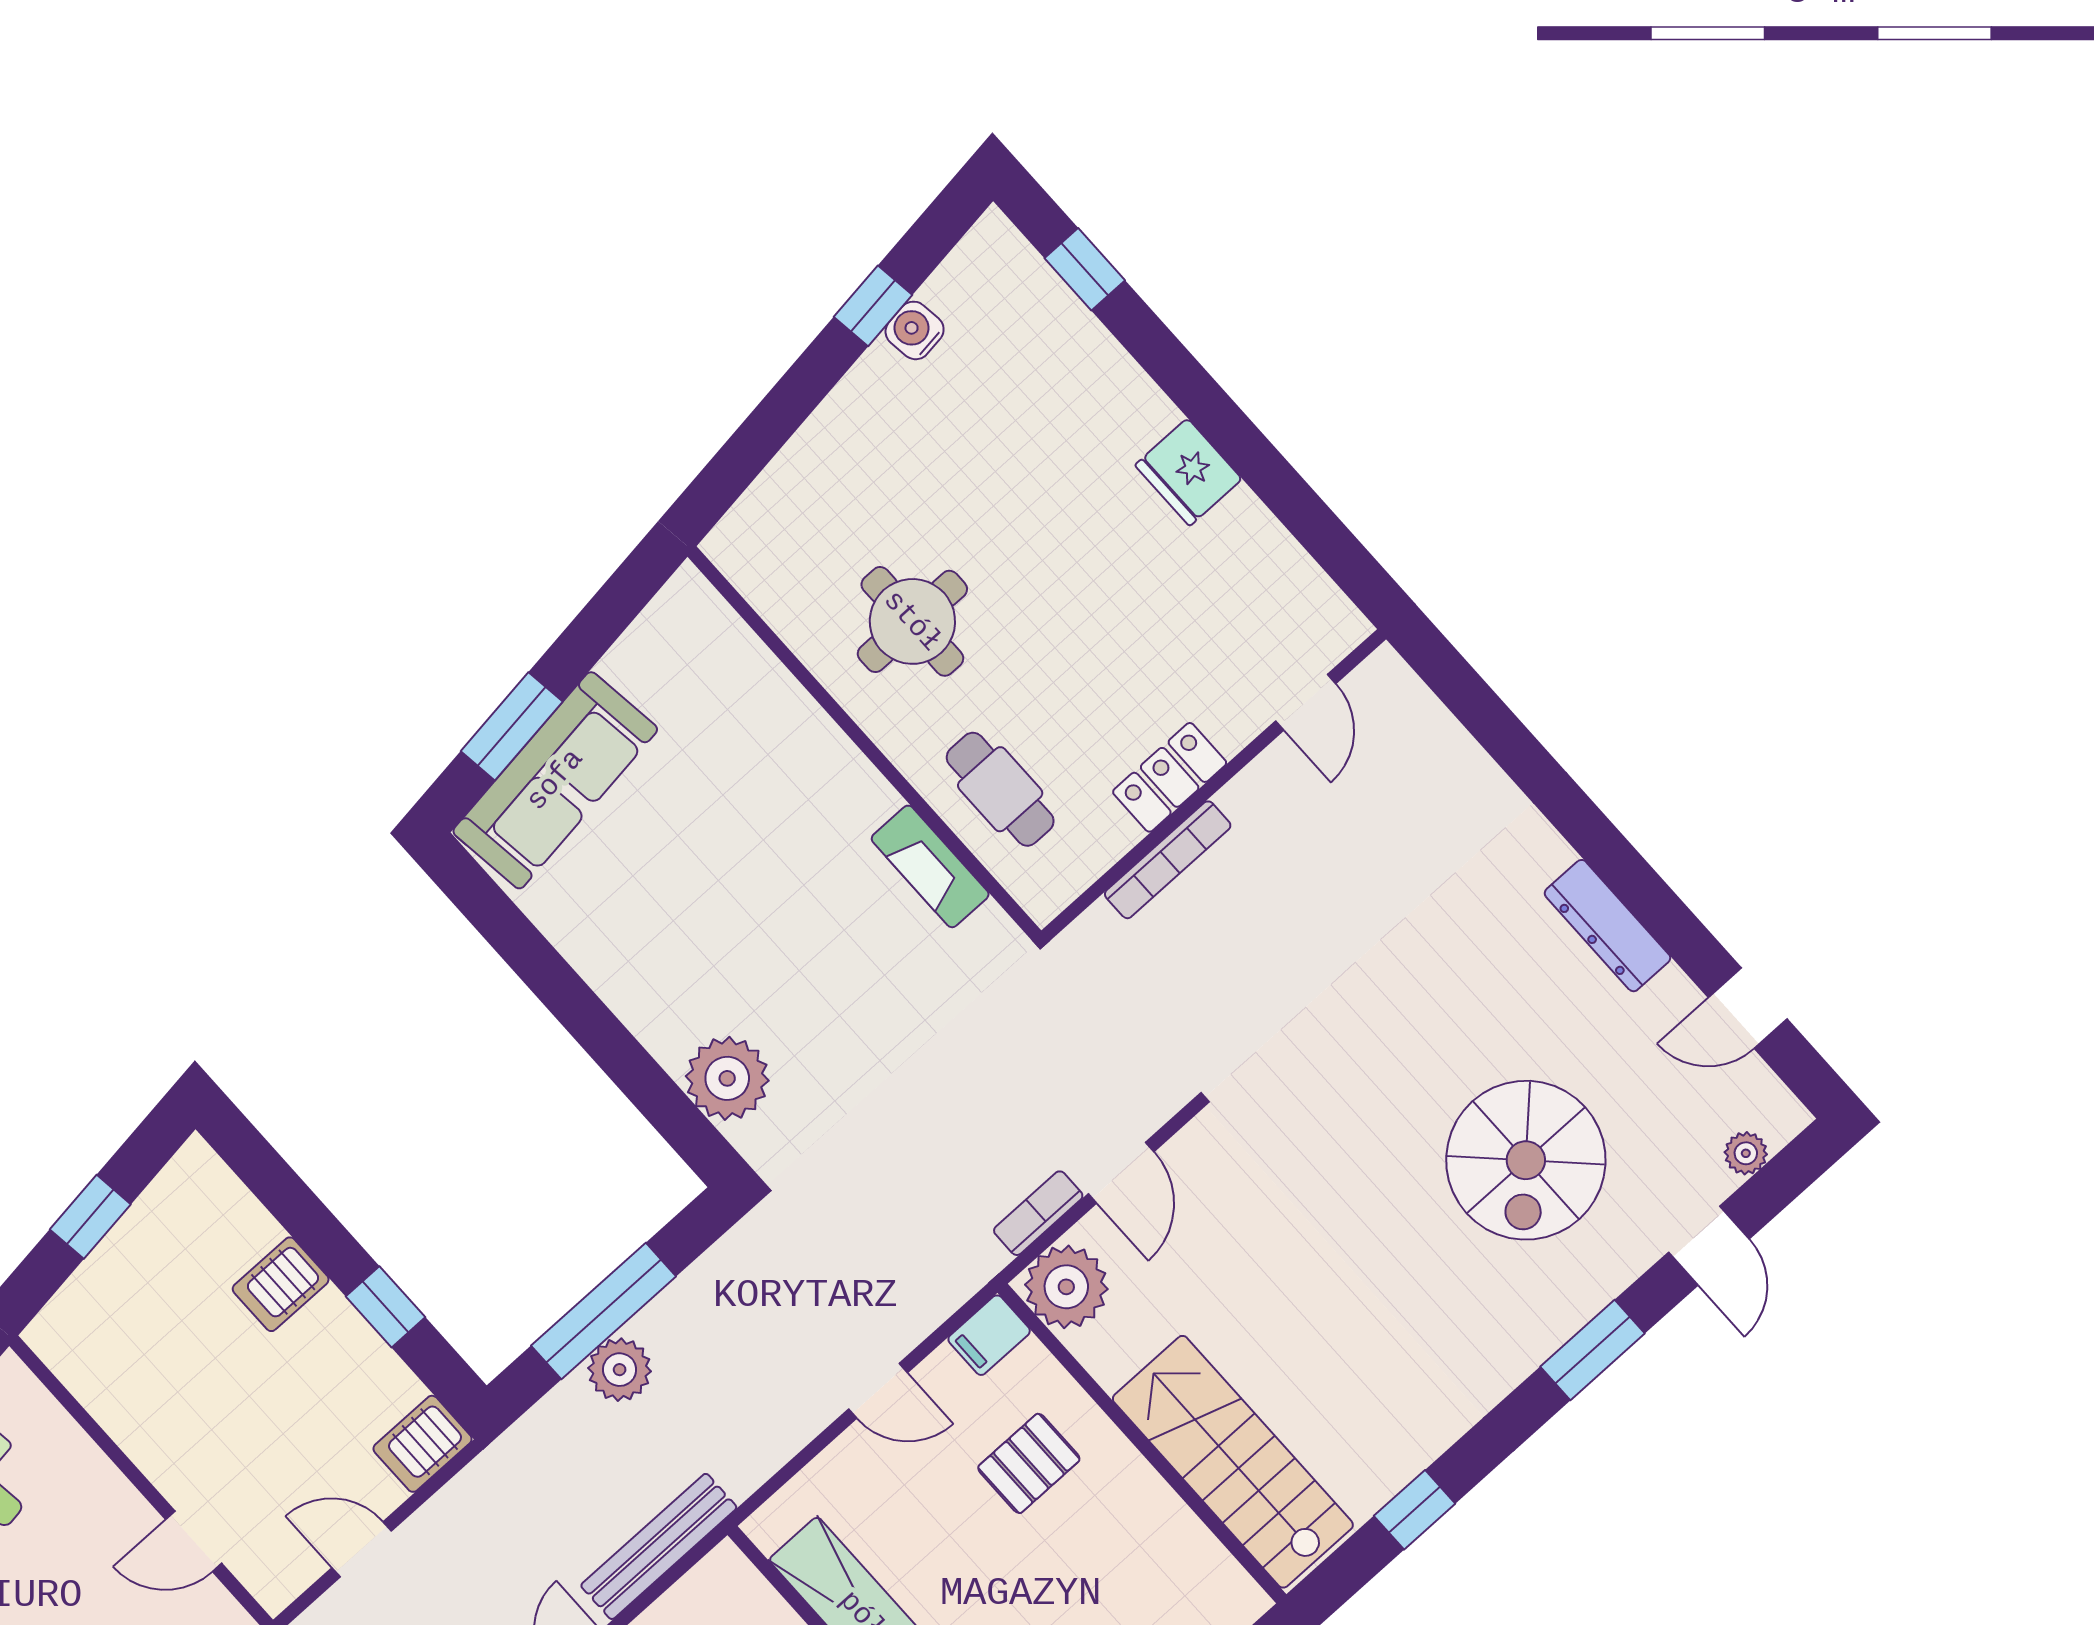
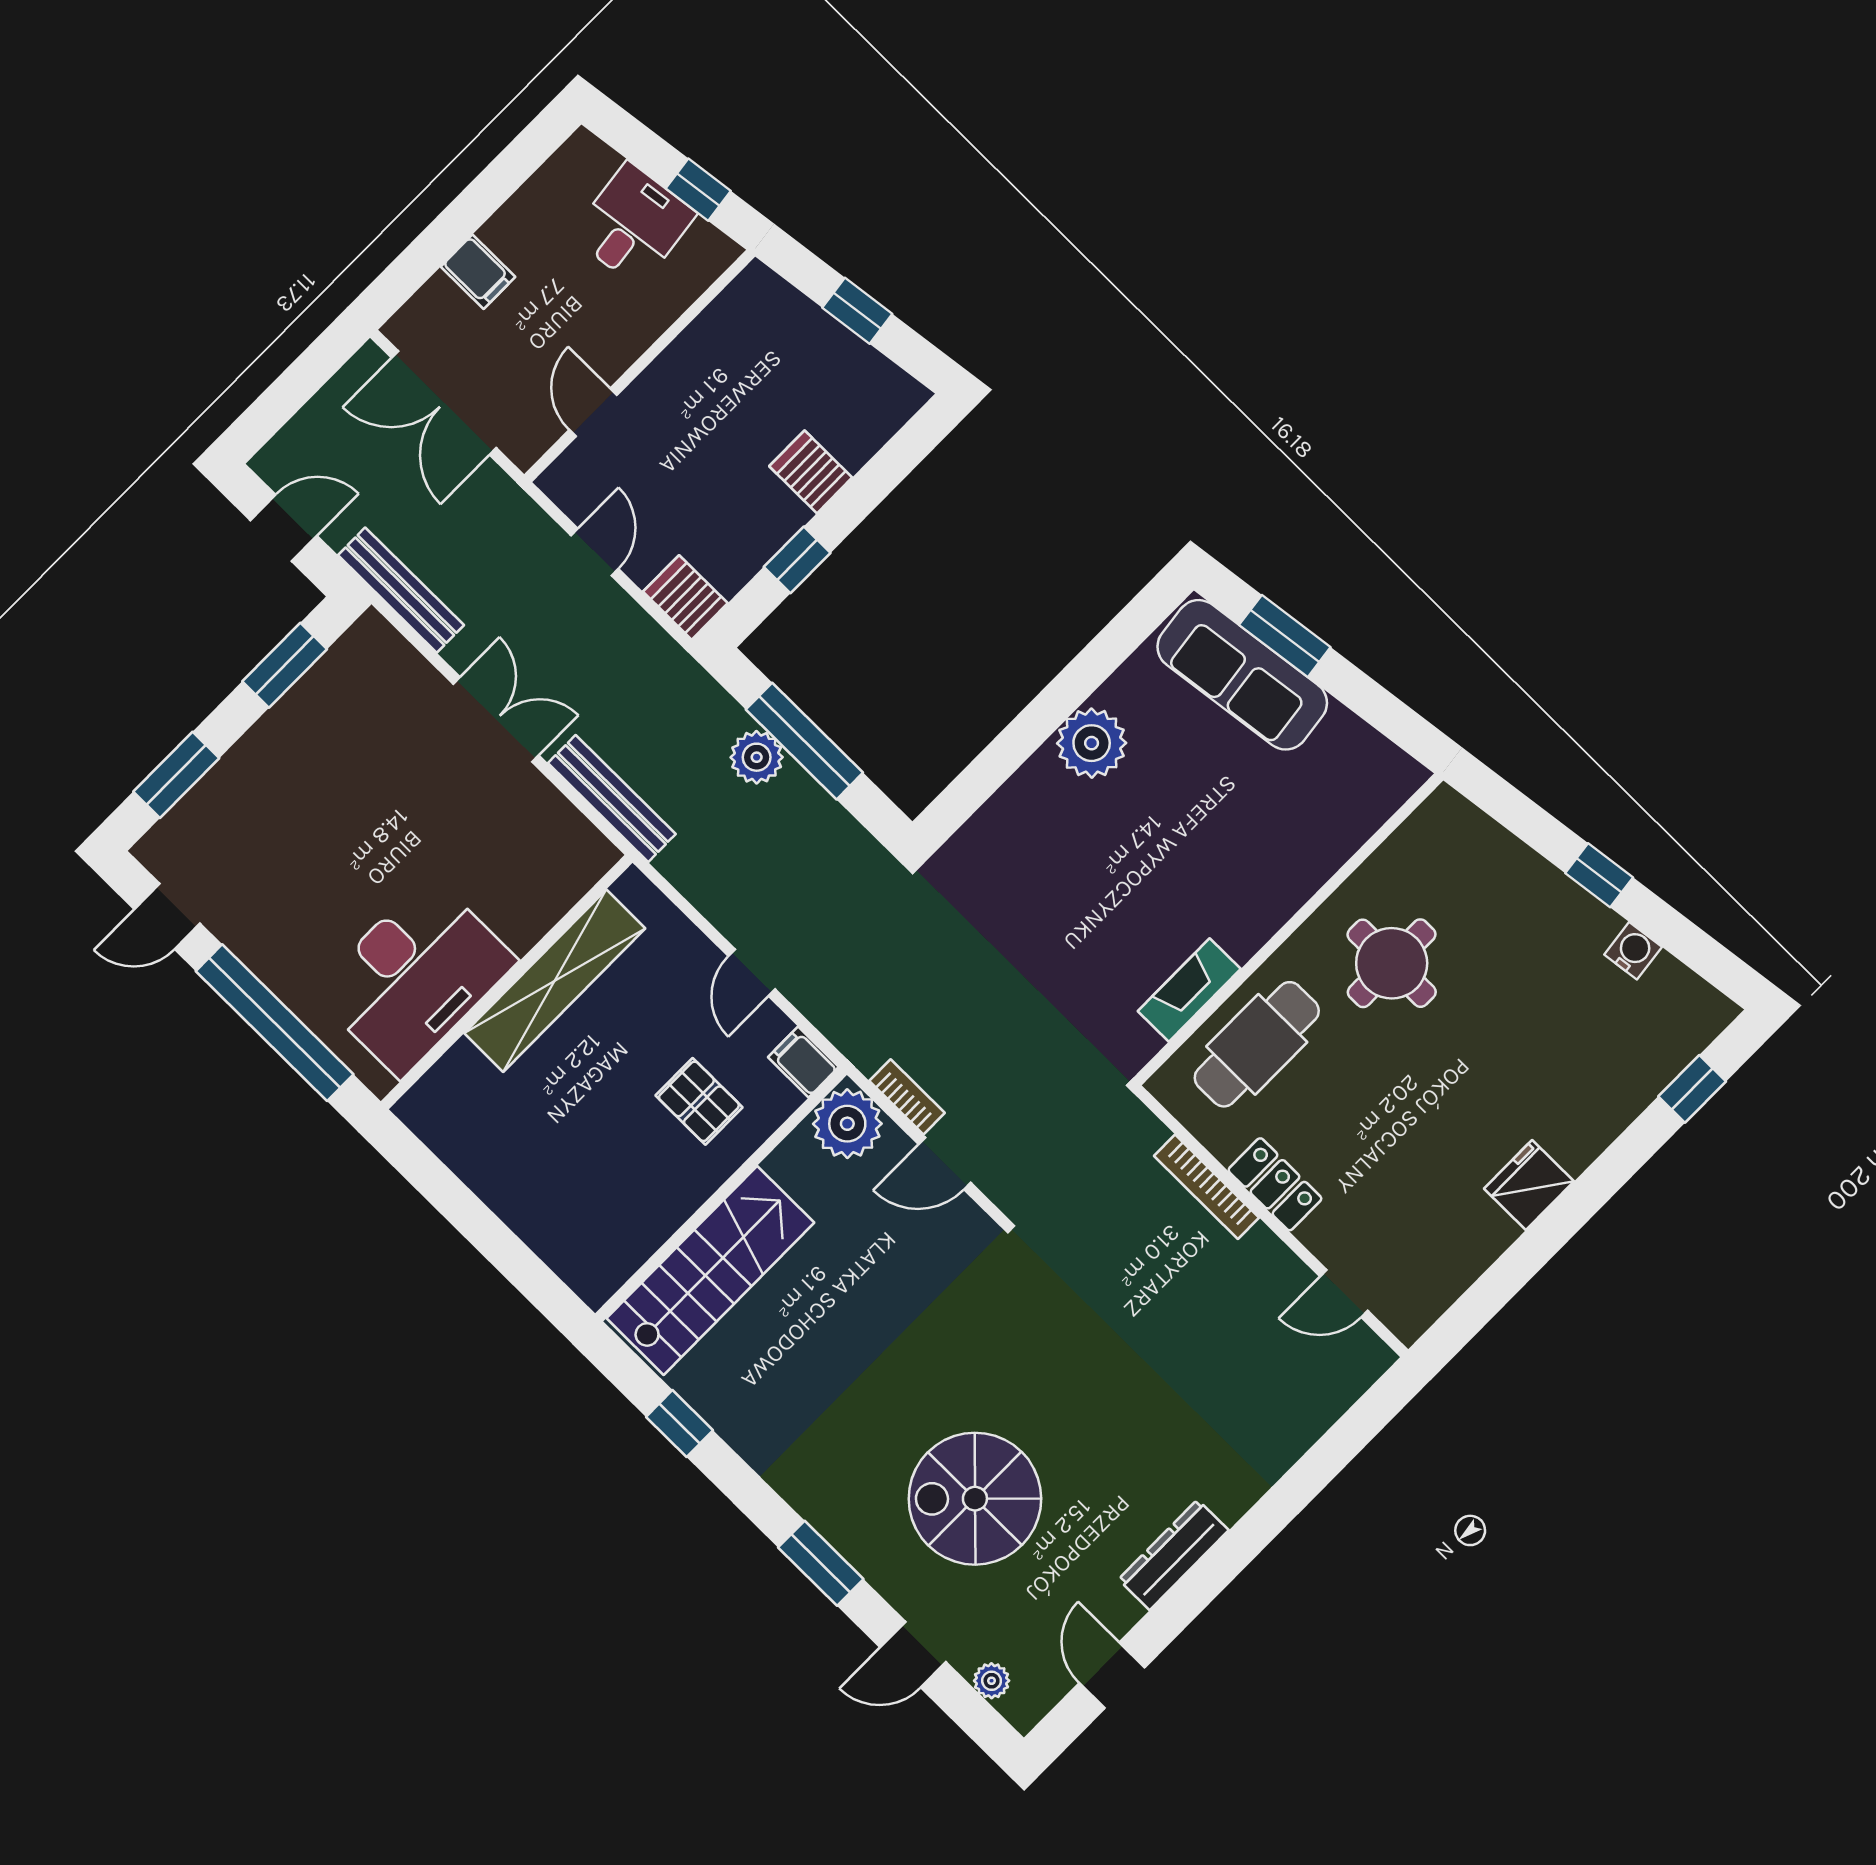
window: (873, 306) -> (1599, 875), moved
cafe table: (1000, 789) -> (1257, 1044), width x1.37, depth x1.35
plant: (727, 1078) -> (1092, 743), moved

